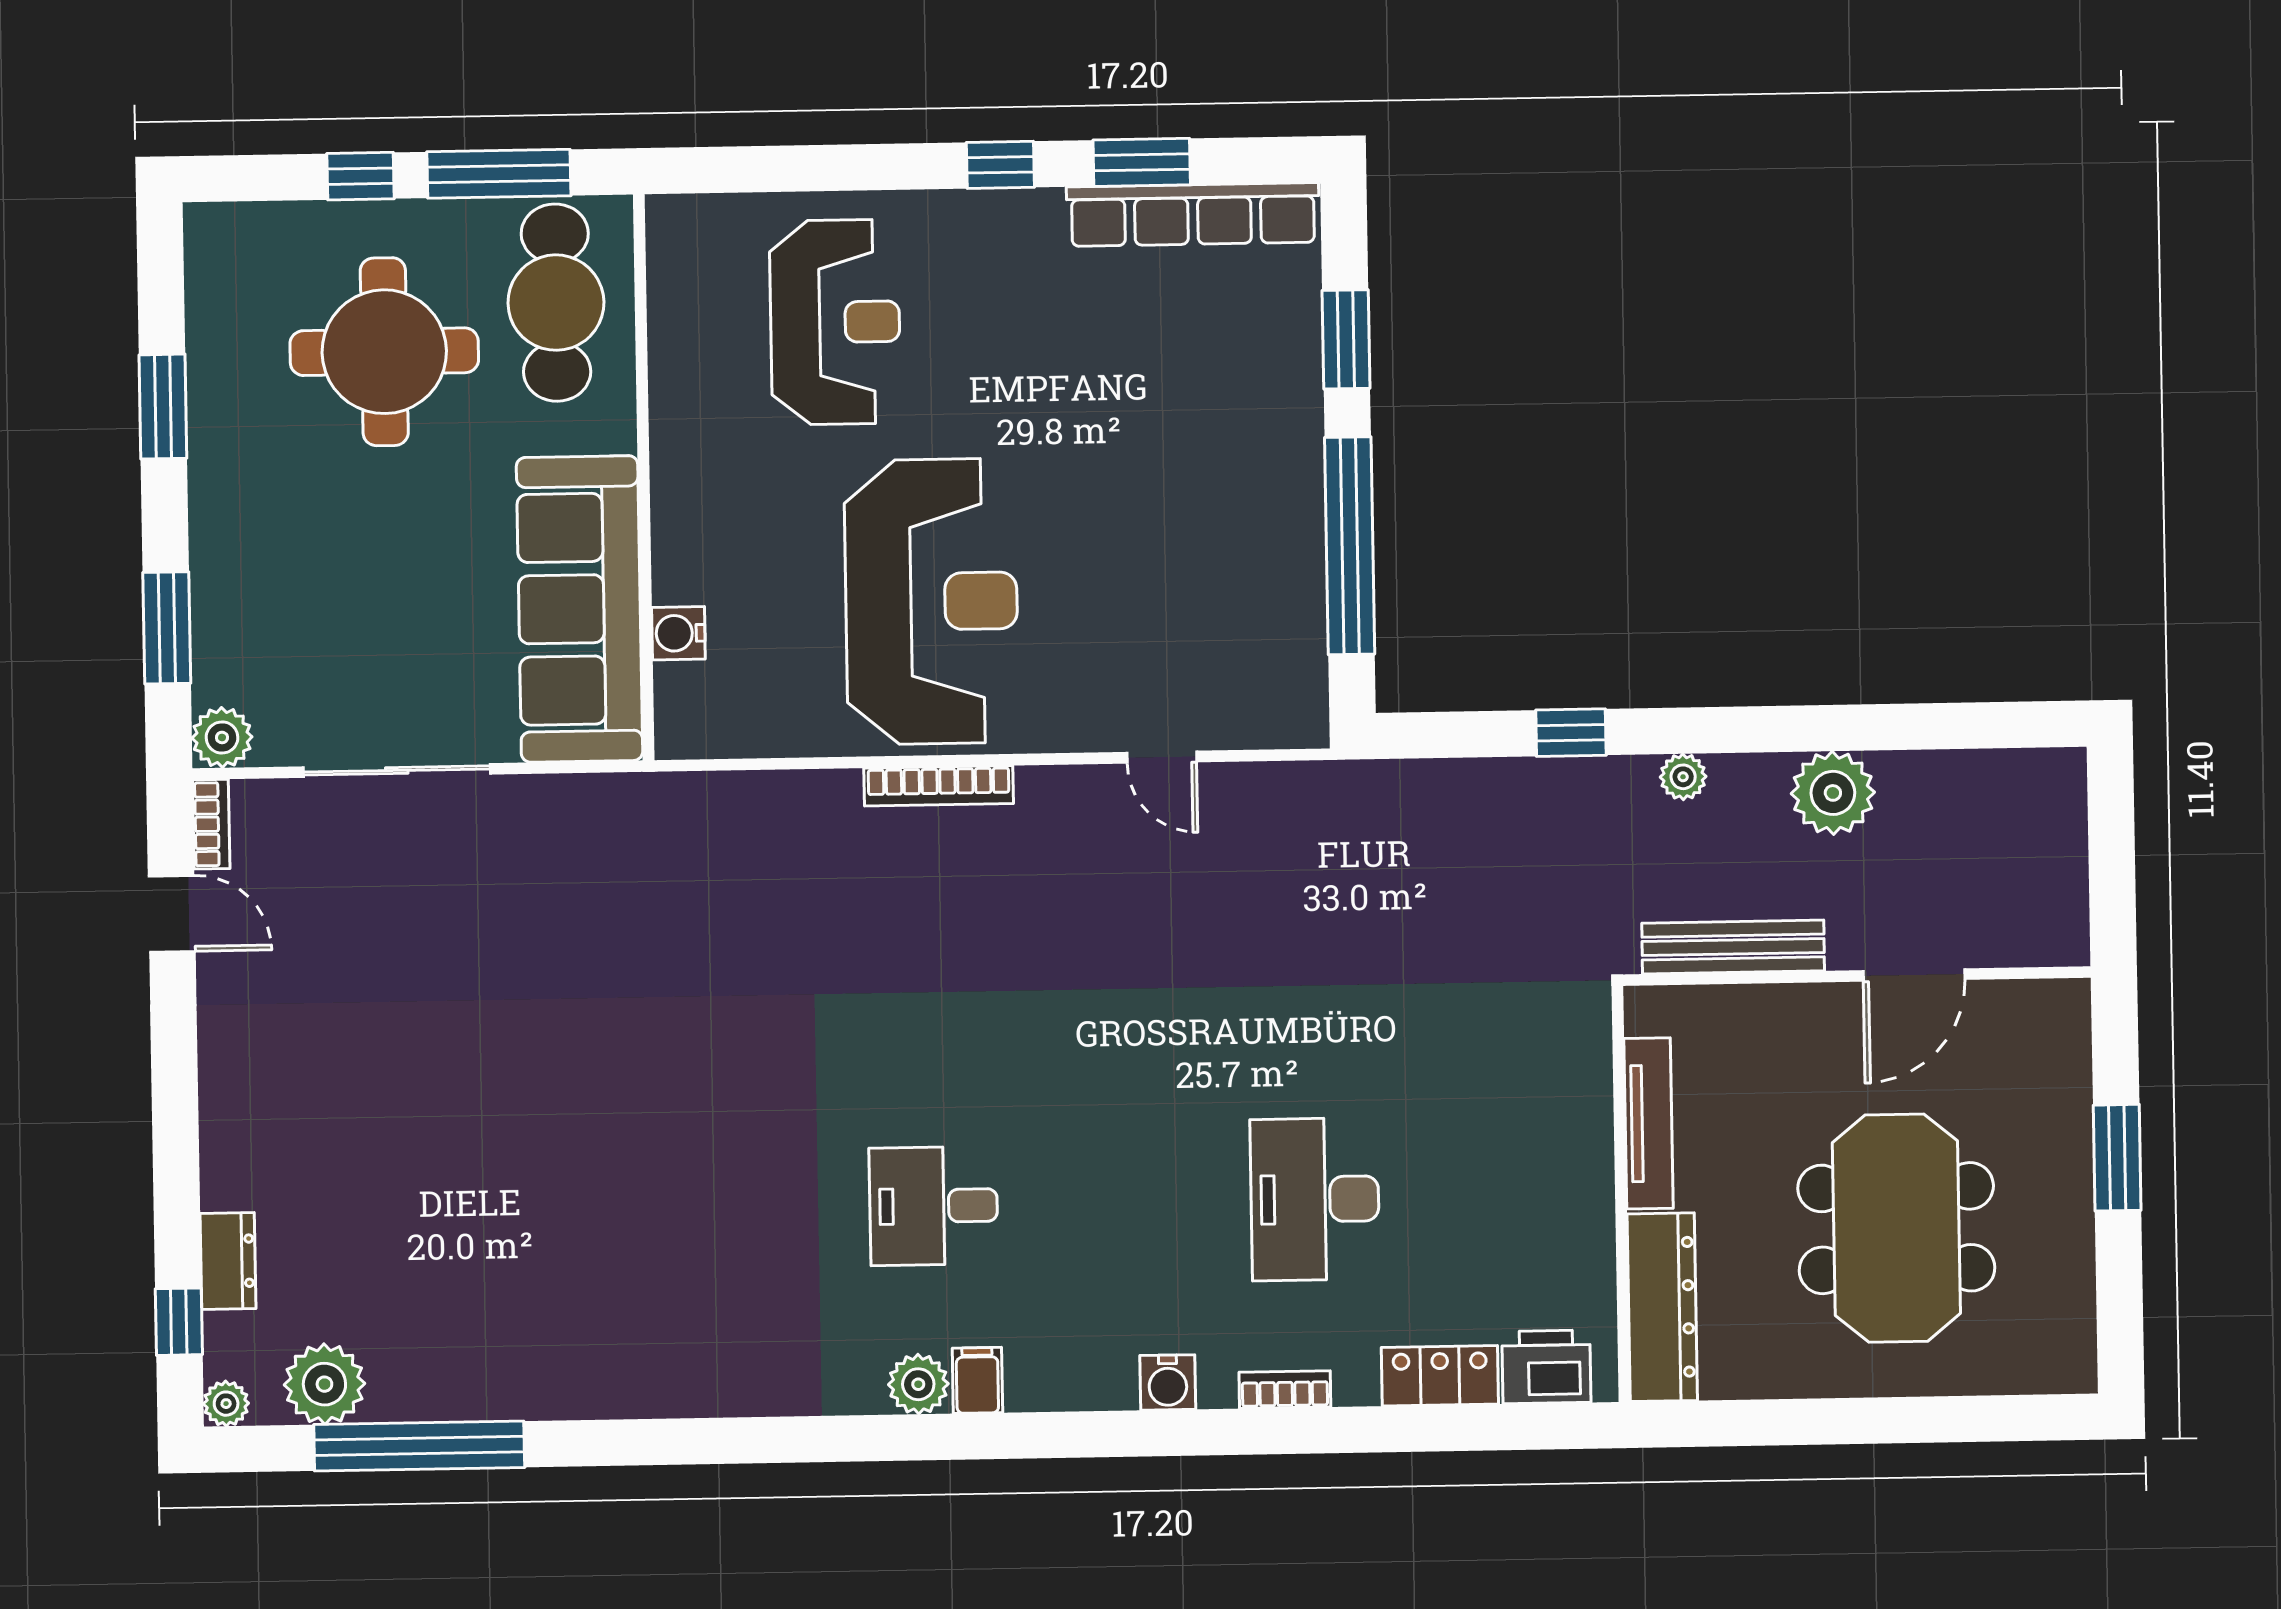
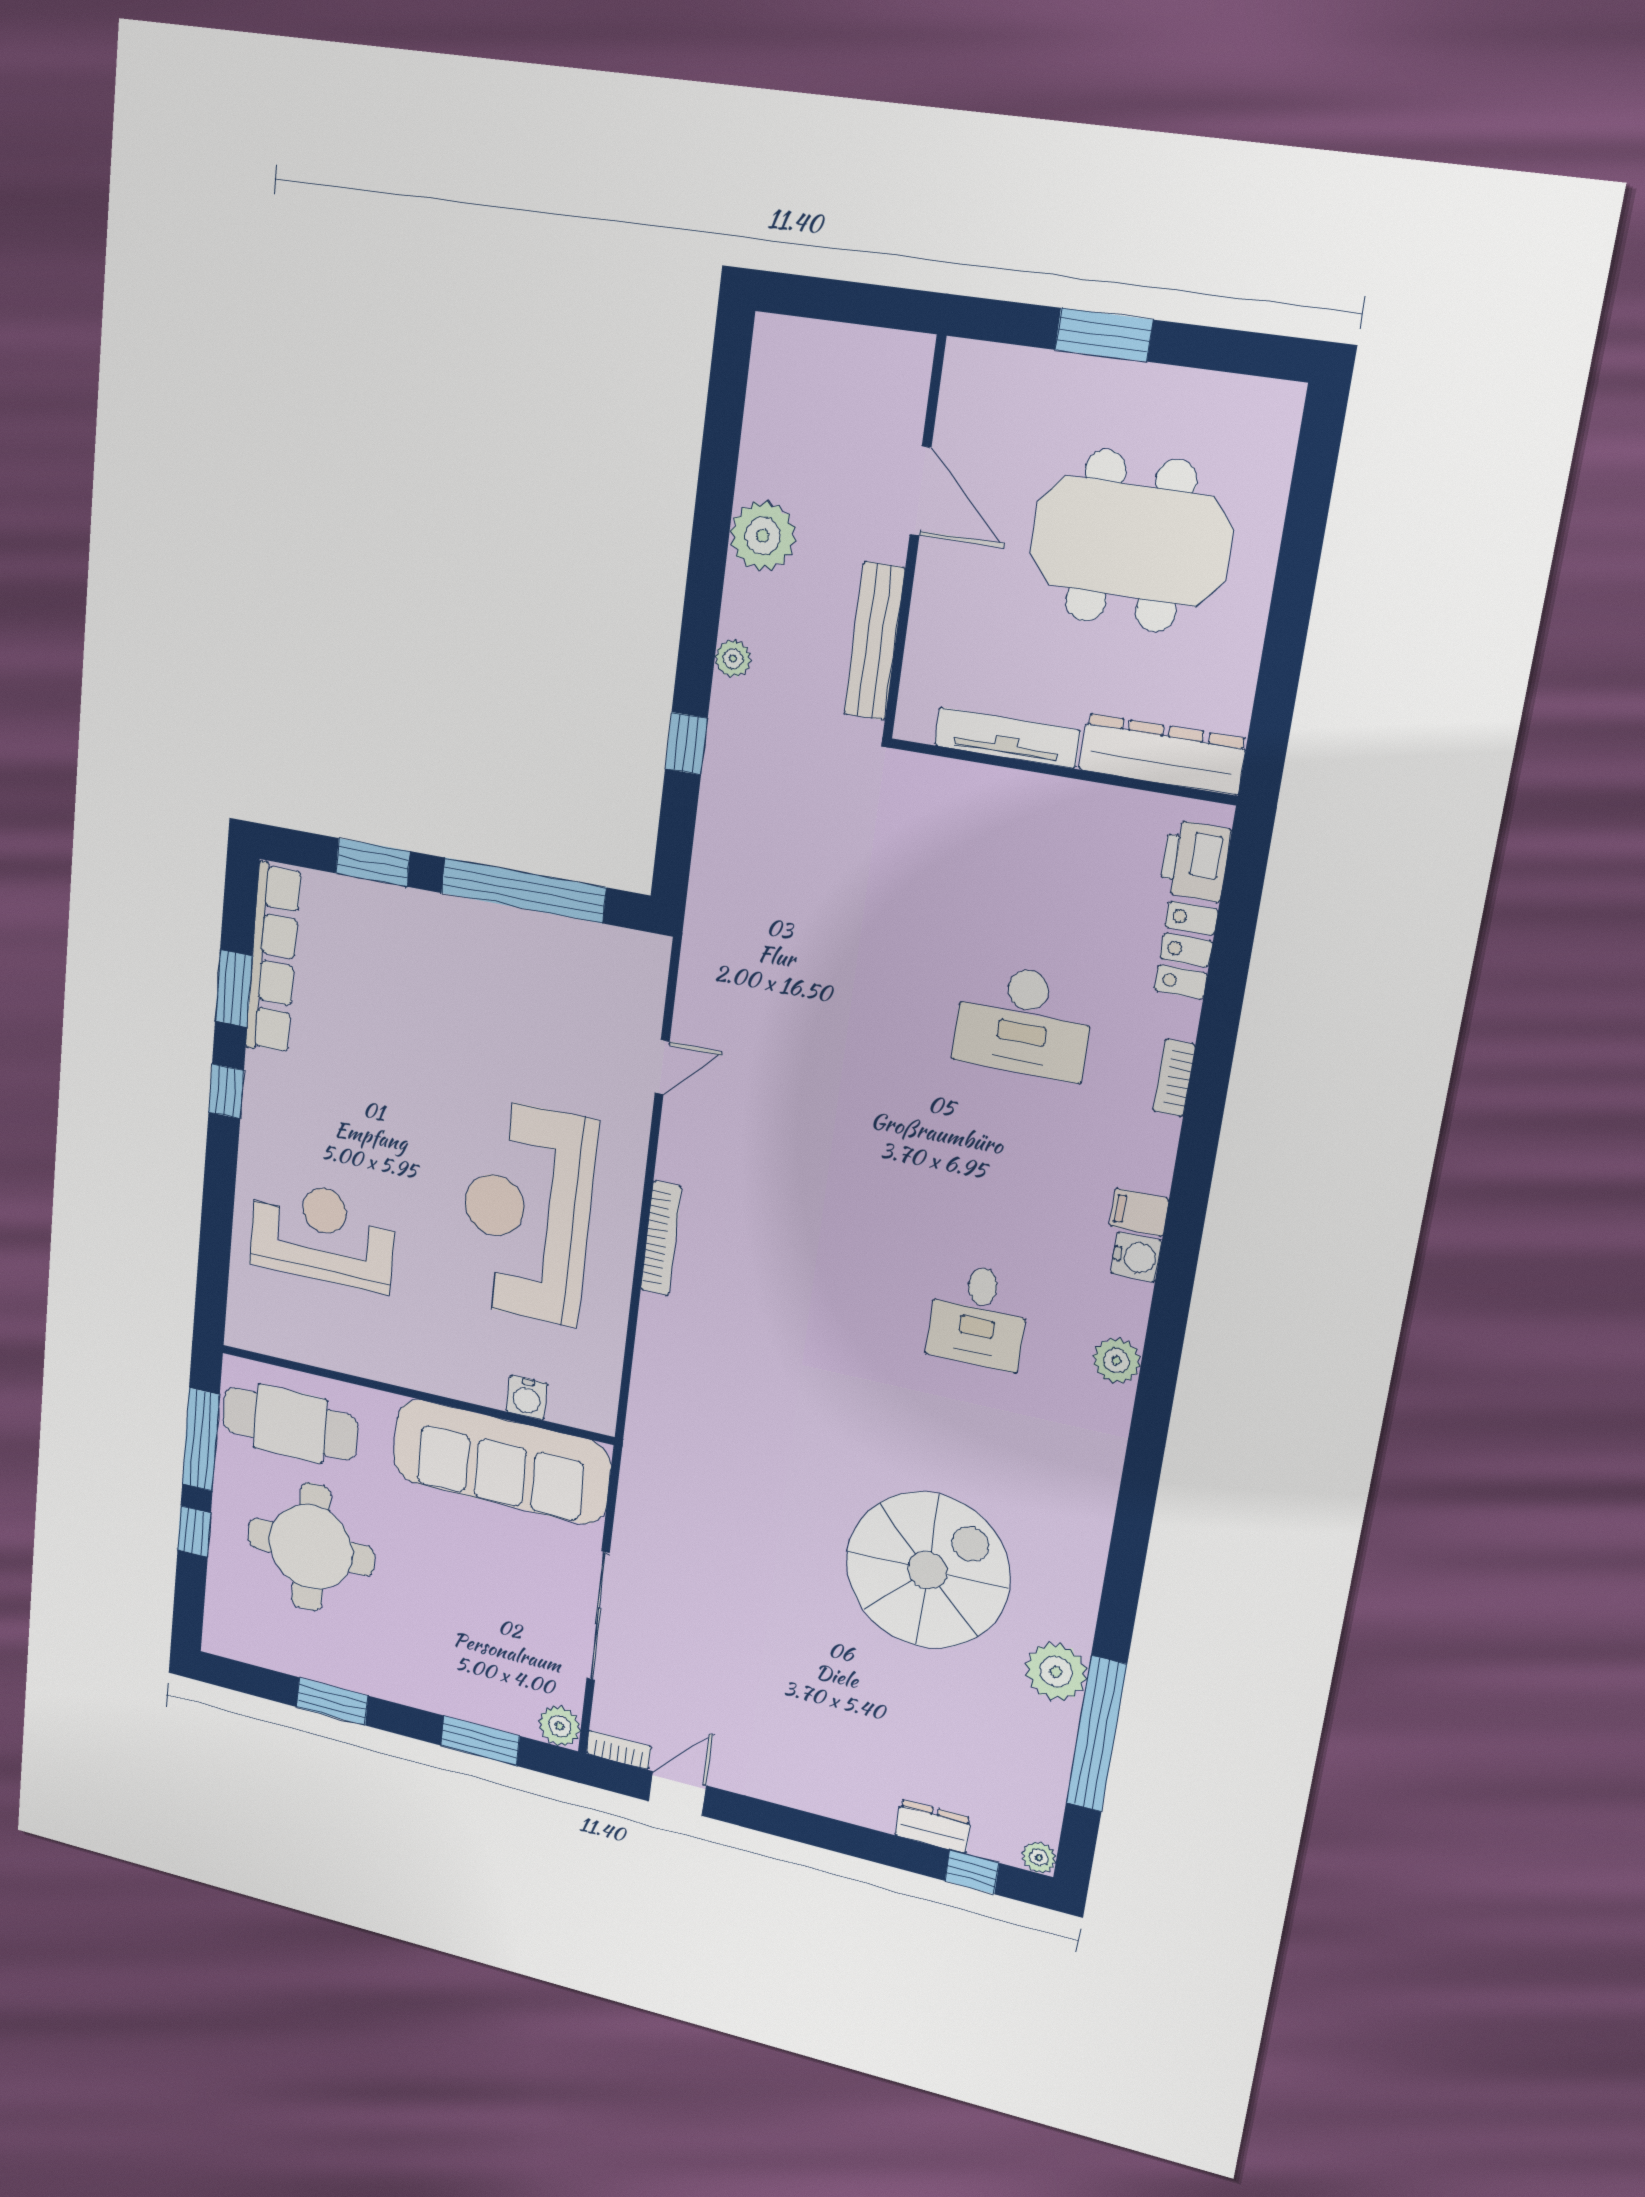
reception desk: (931, 602) -> (526, 1212), turned -90
spiral stairs: (582, 1197) -> (928, 1570), added
filing cabinet: (977, 1380) -> (1139, 1212), moved
water cooler: (1168, 1382) -> (1136, 1257), moved
plant: (324, 1384) -> (1056, 1672), moved

